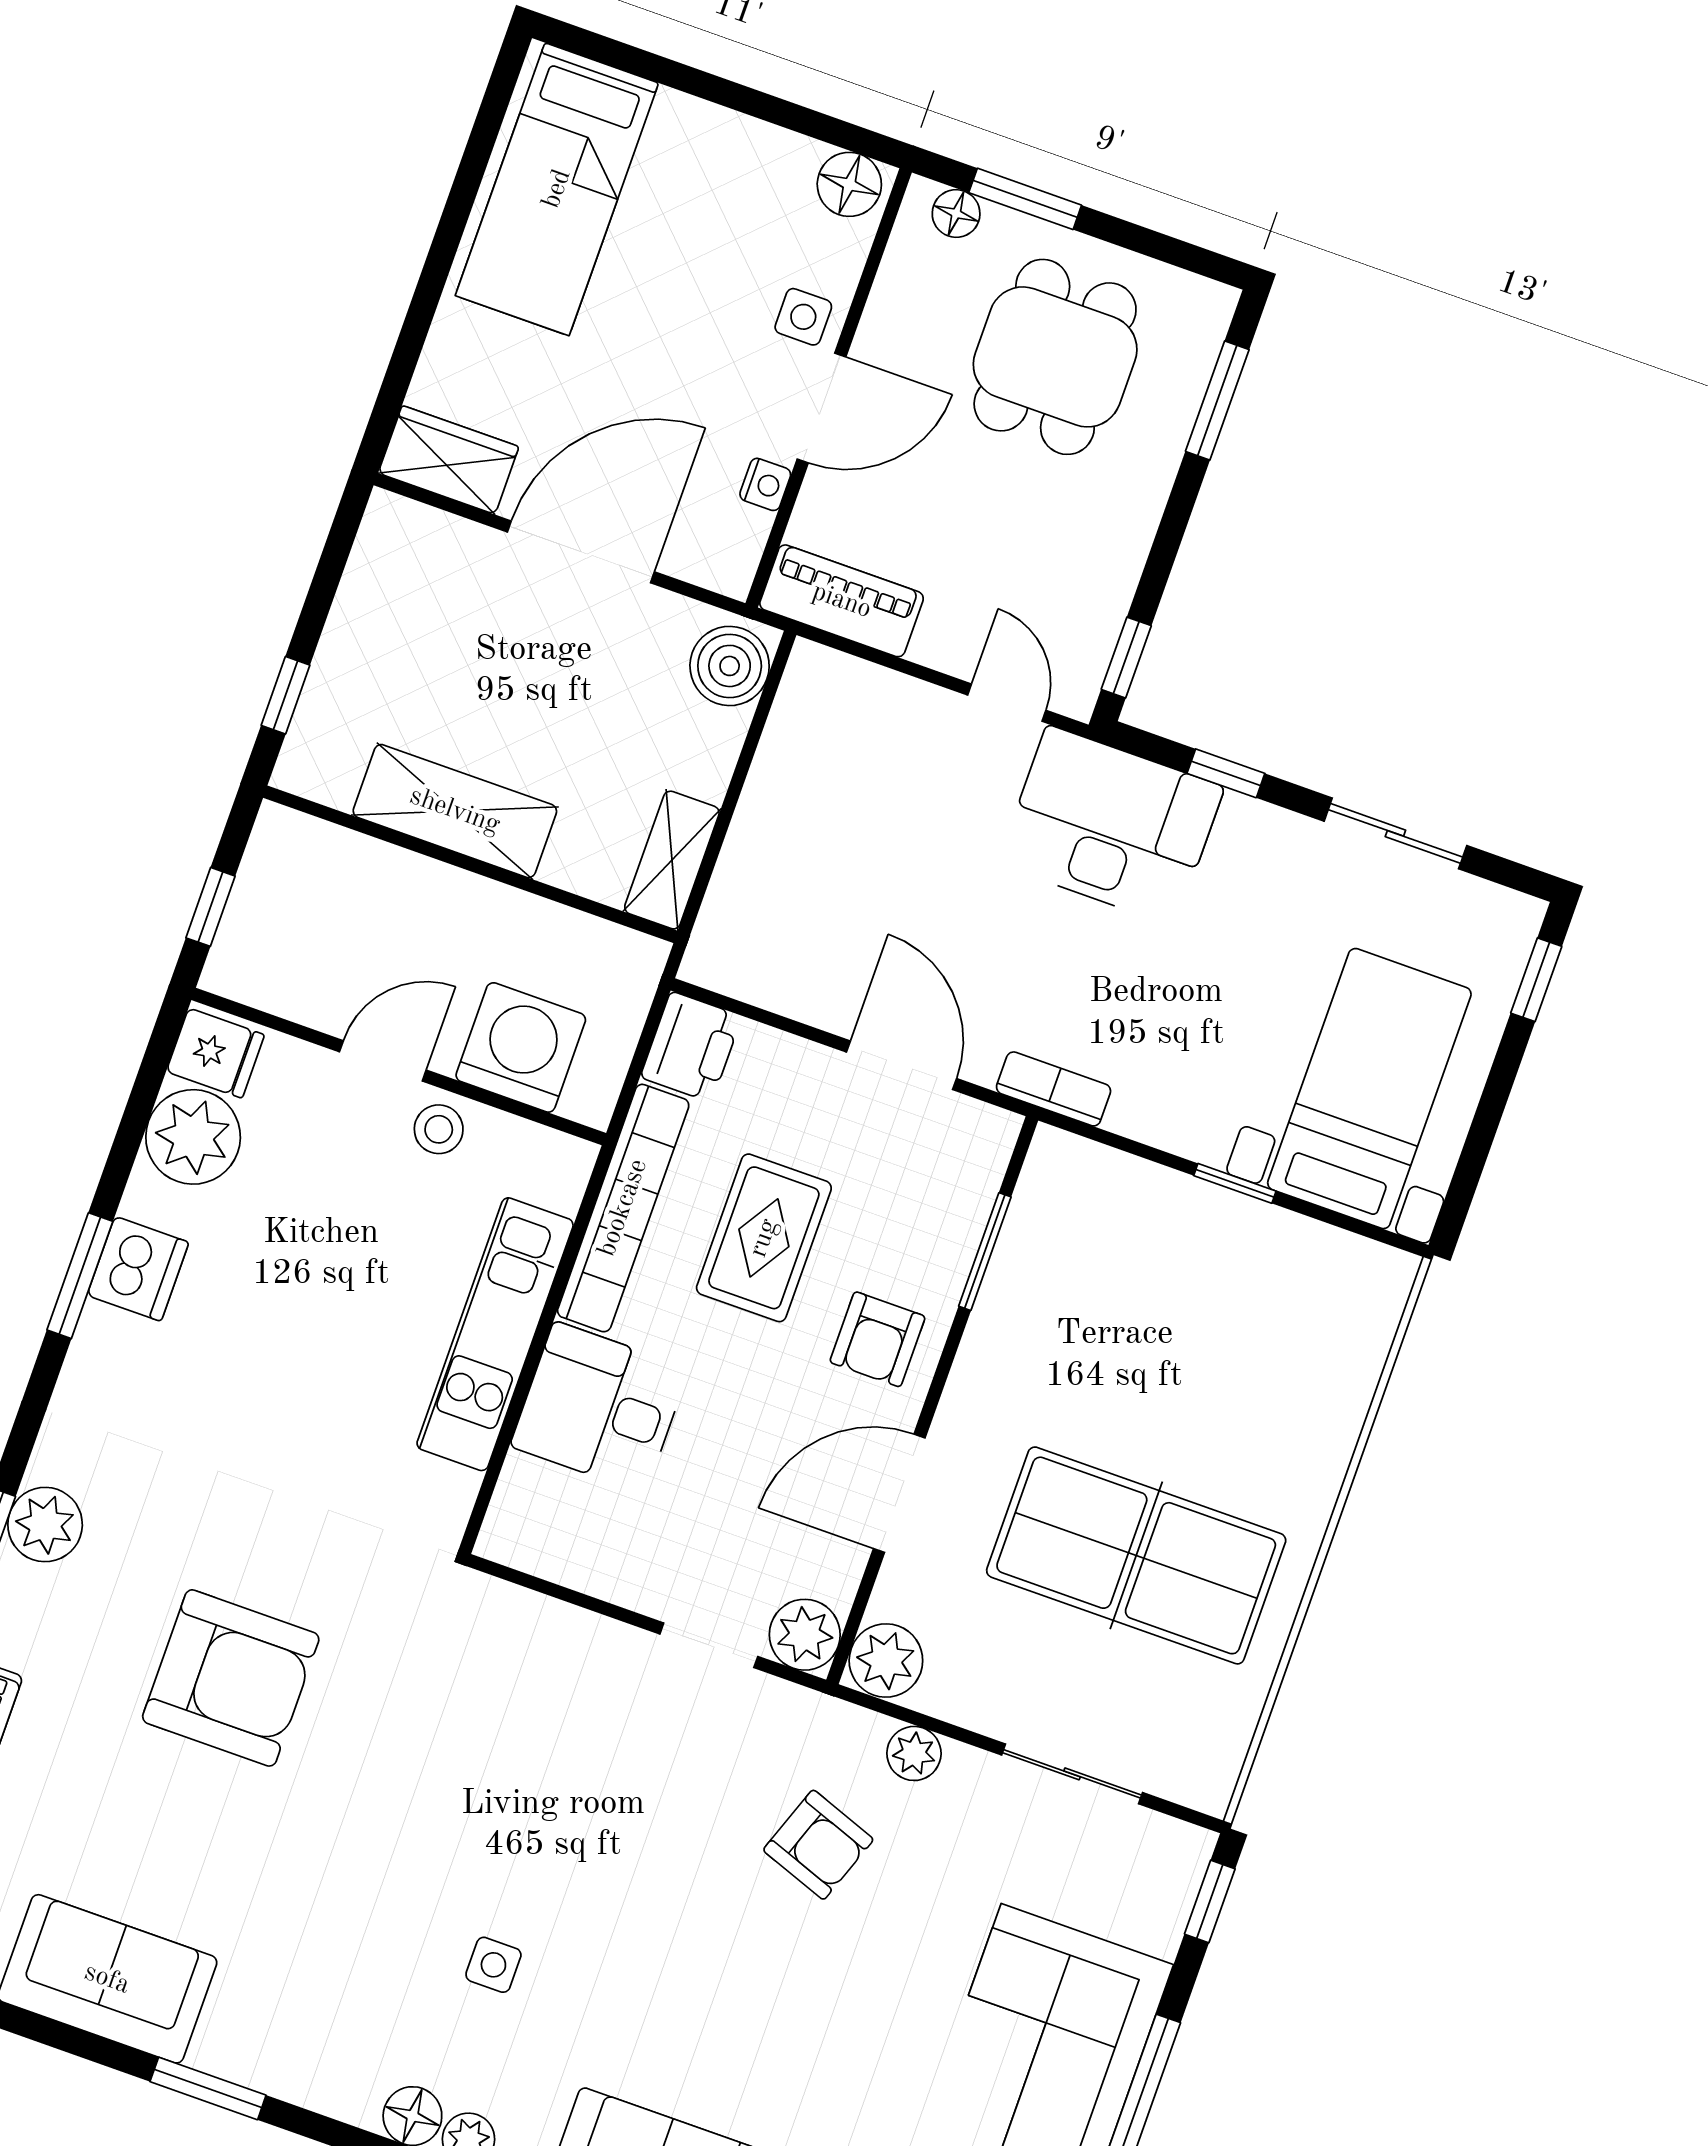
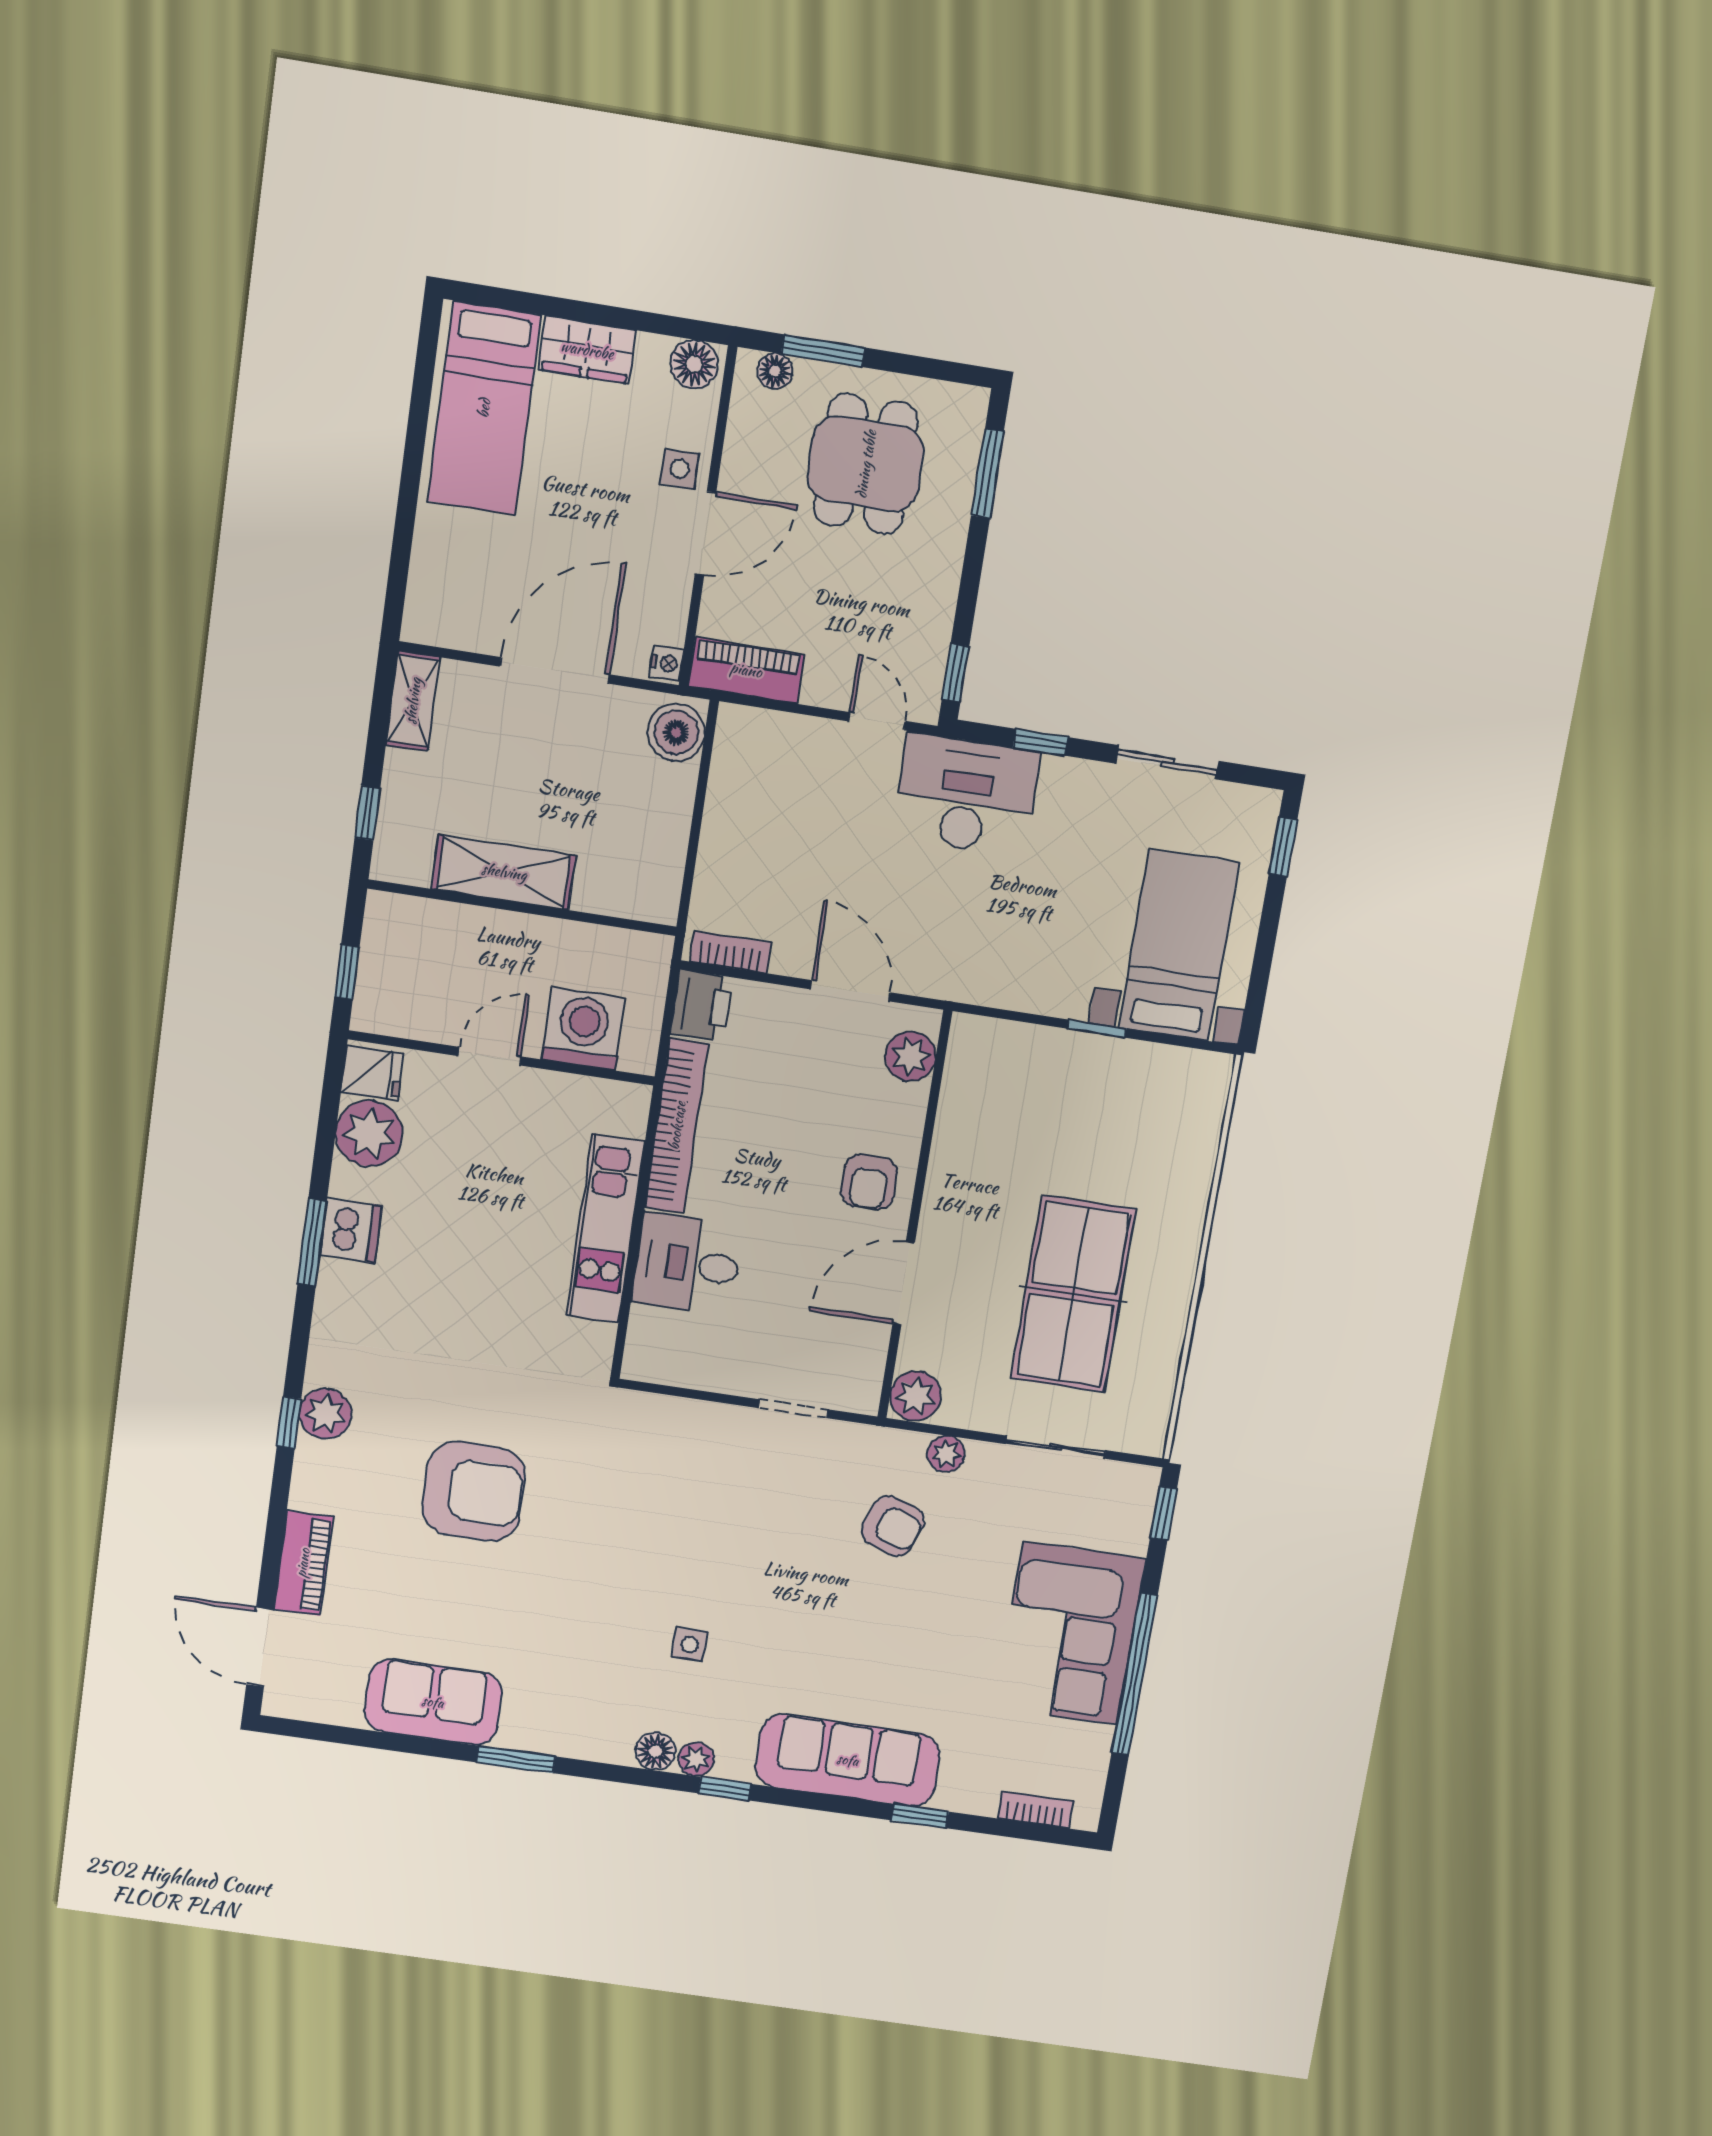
wardrobe: (449, 460) -> (587, 350), moved, turned 180
nightstand: (765, 484) -> (667, 663), moved
shelving: (672, 860) -> (413, 701), moved
bookcase: (1054, 1089) -> (731, 952), moved
stool: (439, 1129) -> (538, 1096), removed
rug: (764, 1238) -> (778, 1128), removed
window: (985, 1252) -> (932, 1108), removed
table tennis table: (1136, 1555) -> (1073, 1294), turned 90
plant: (805, 1635) -> (911, 1056), moved

